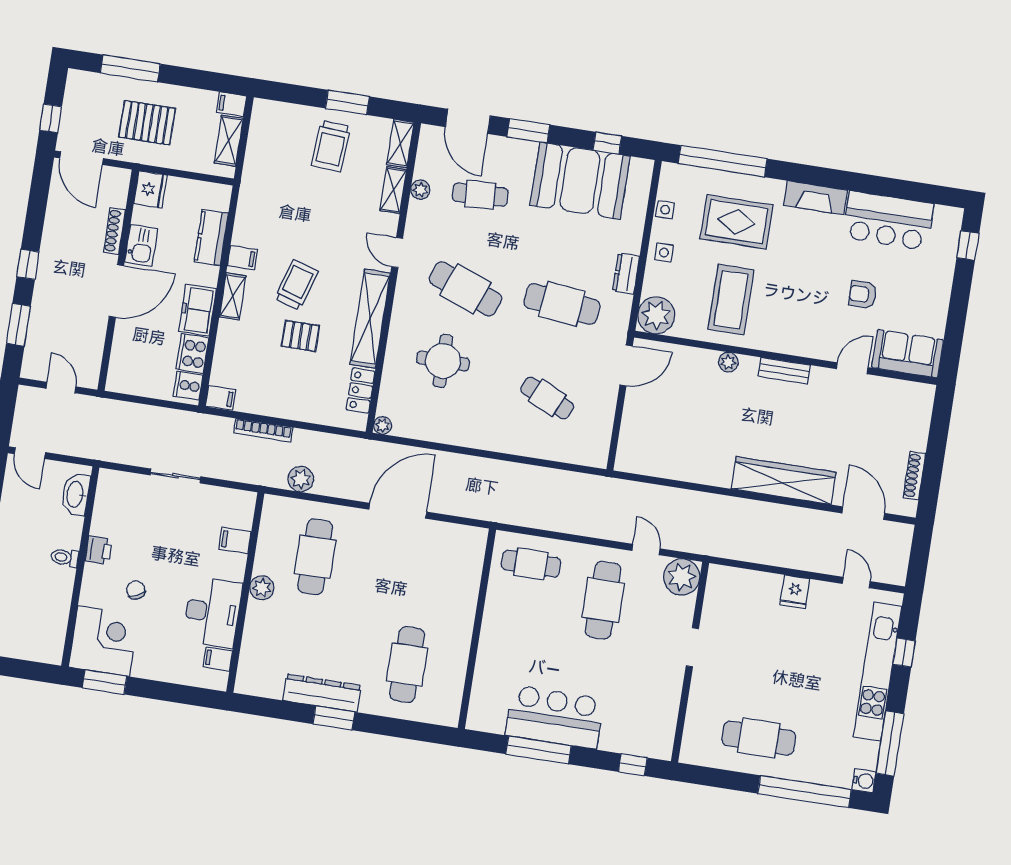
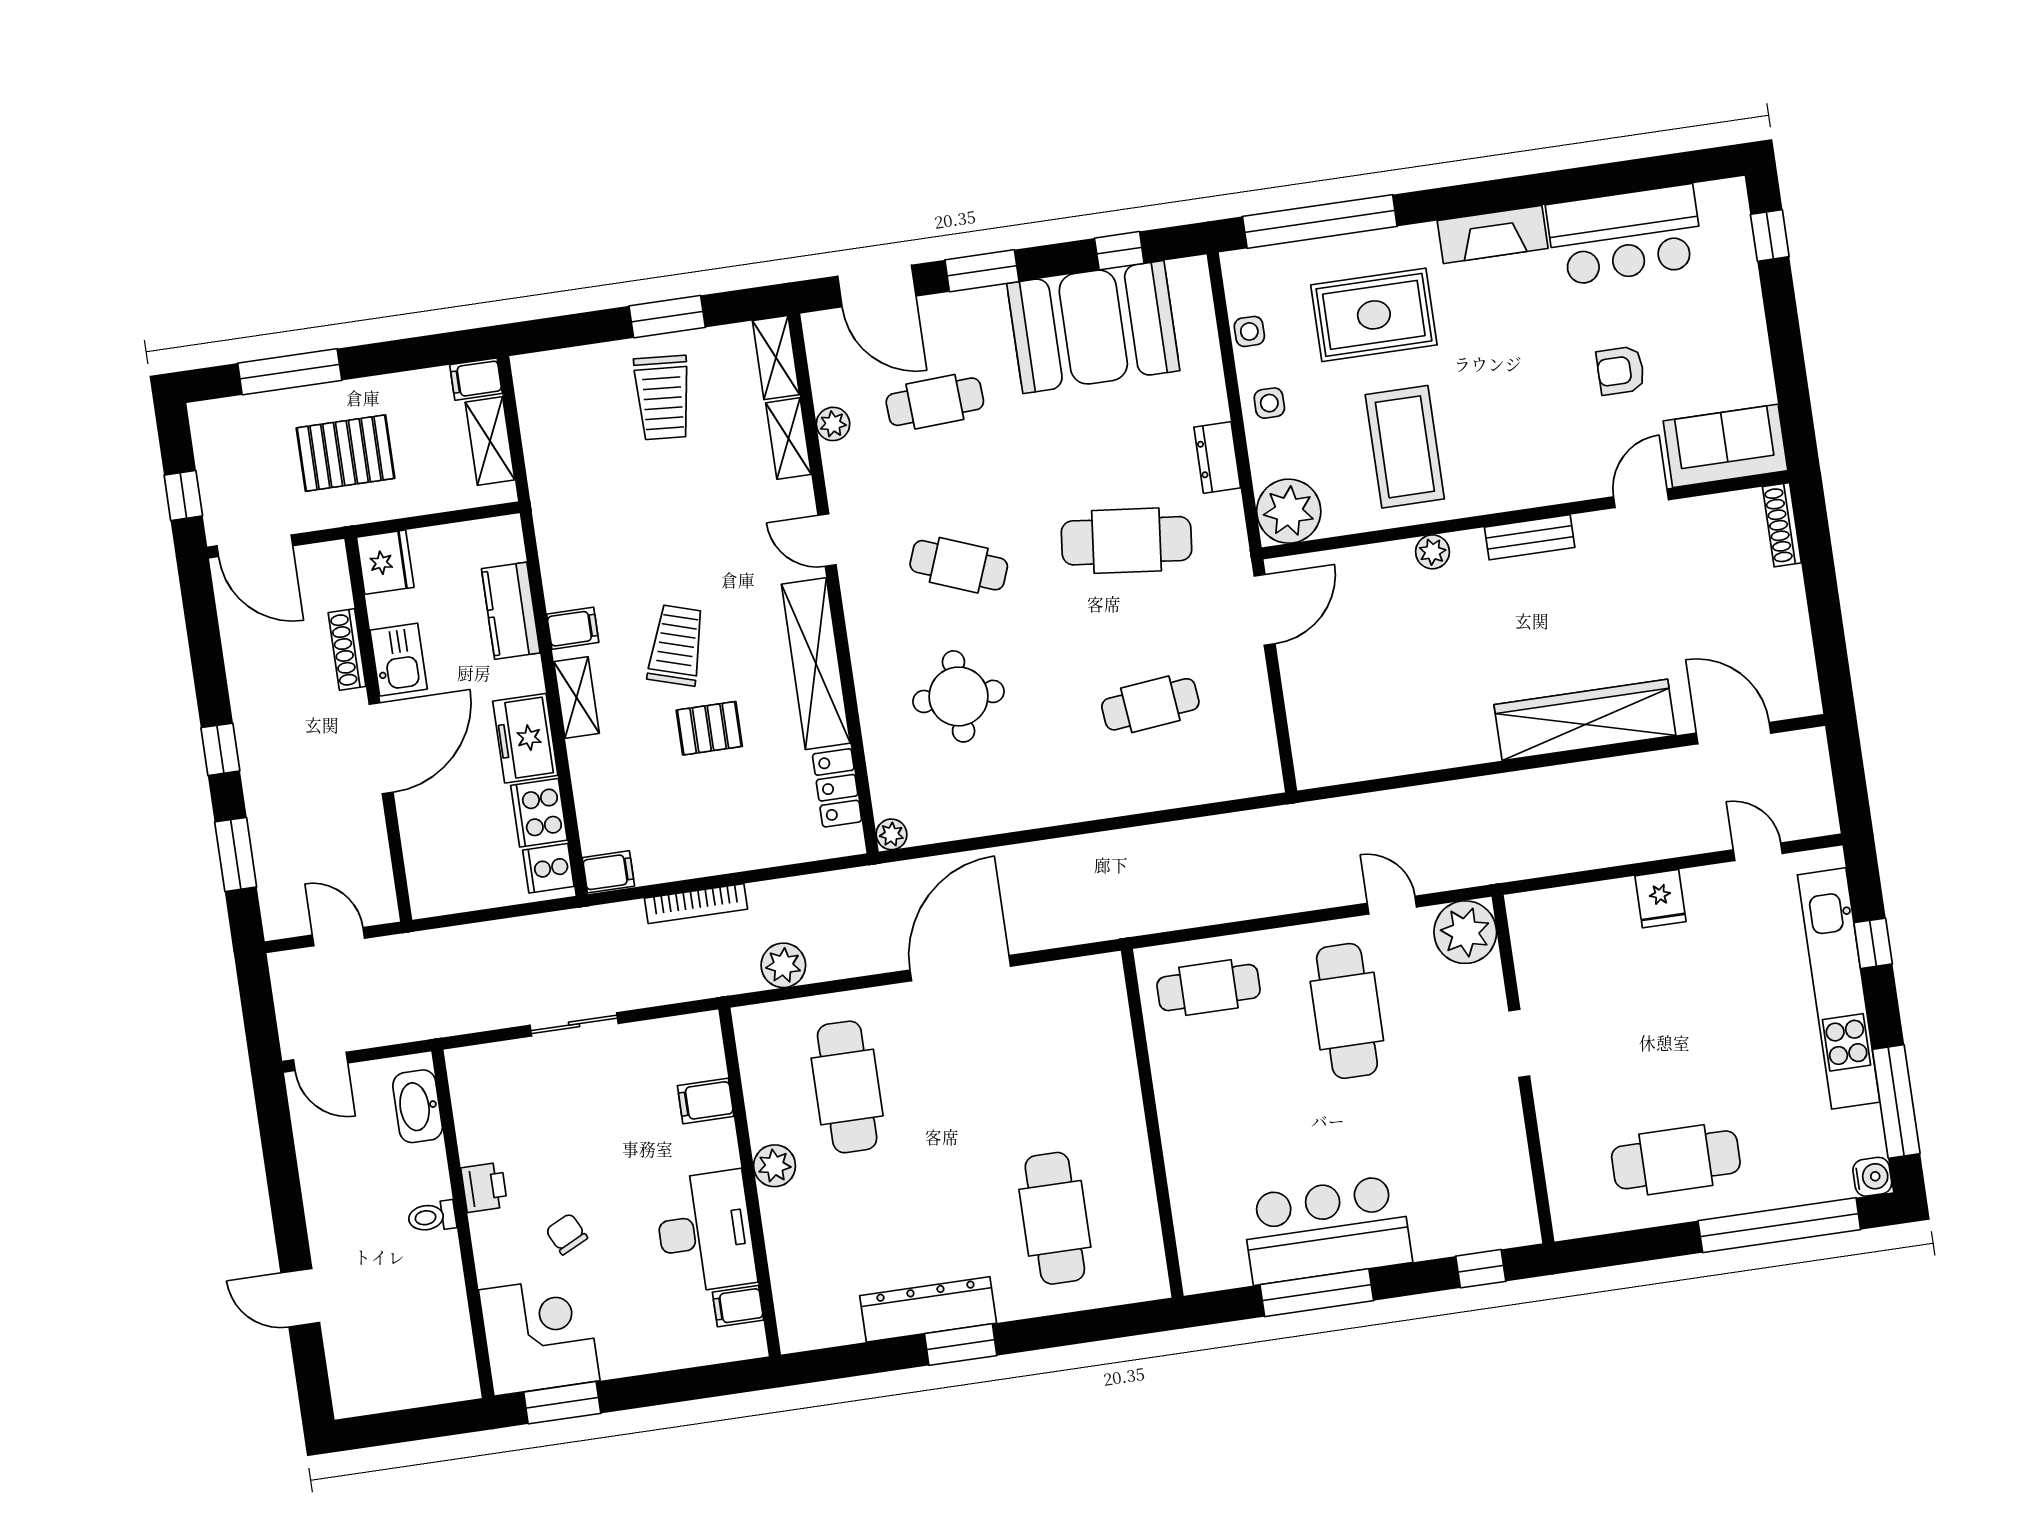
cafe table: (465, 289) -> (959, 565), width x0.73, depth x0.74
cafe table: (547, 398) -> (1150, 704), turned -30
shoe rack: (914, 476) -> (1782, 525), moved

